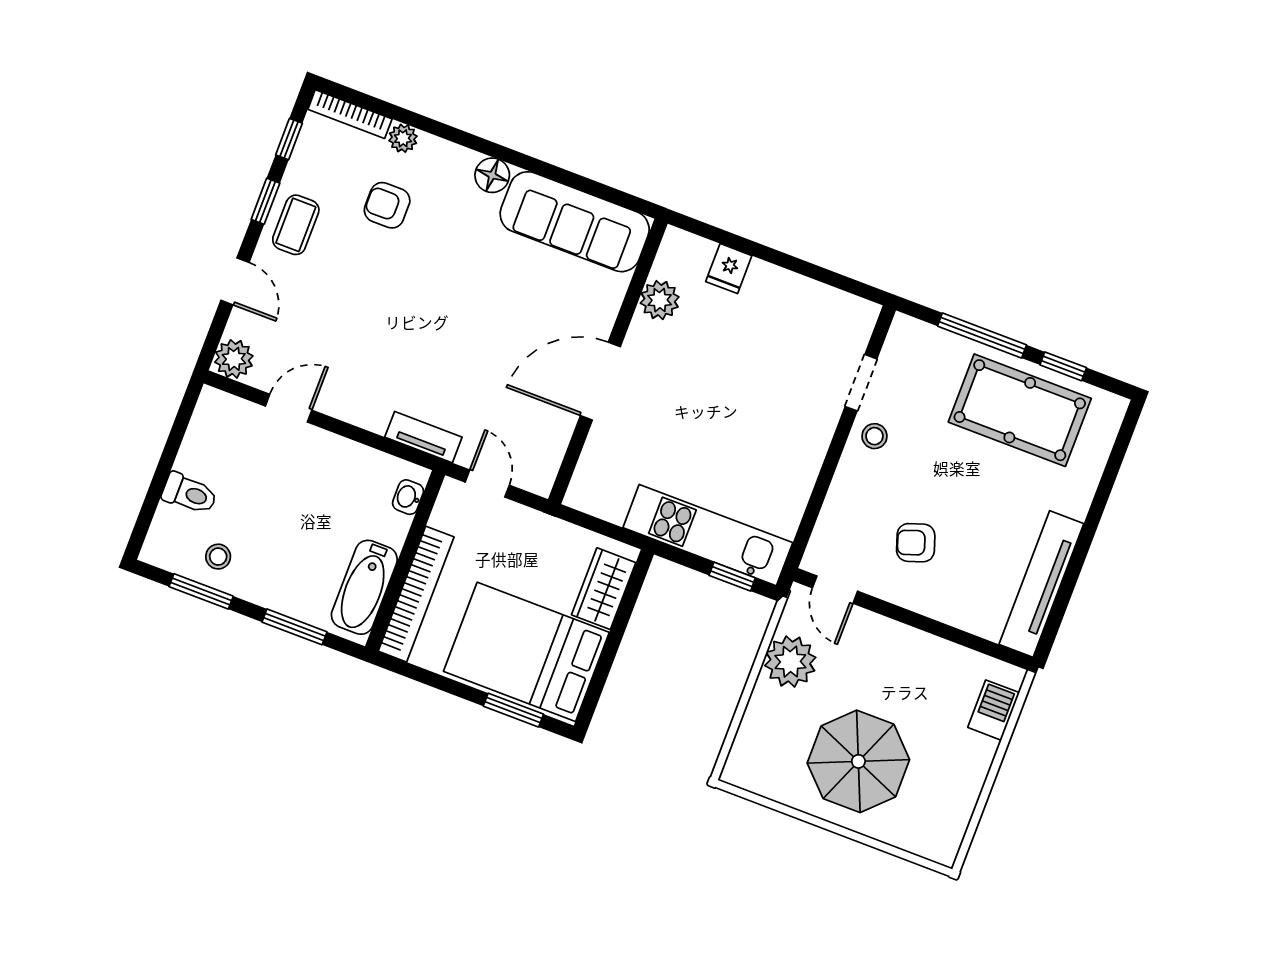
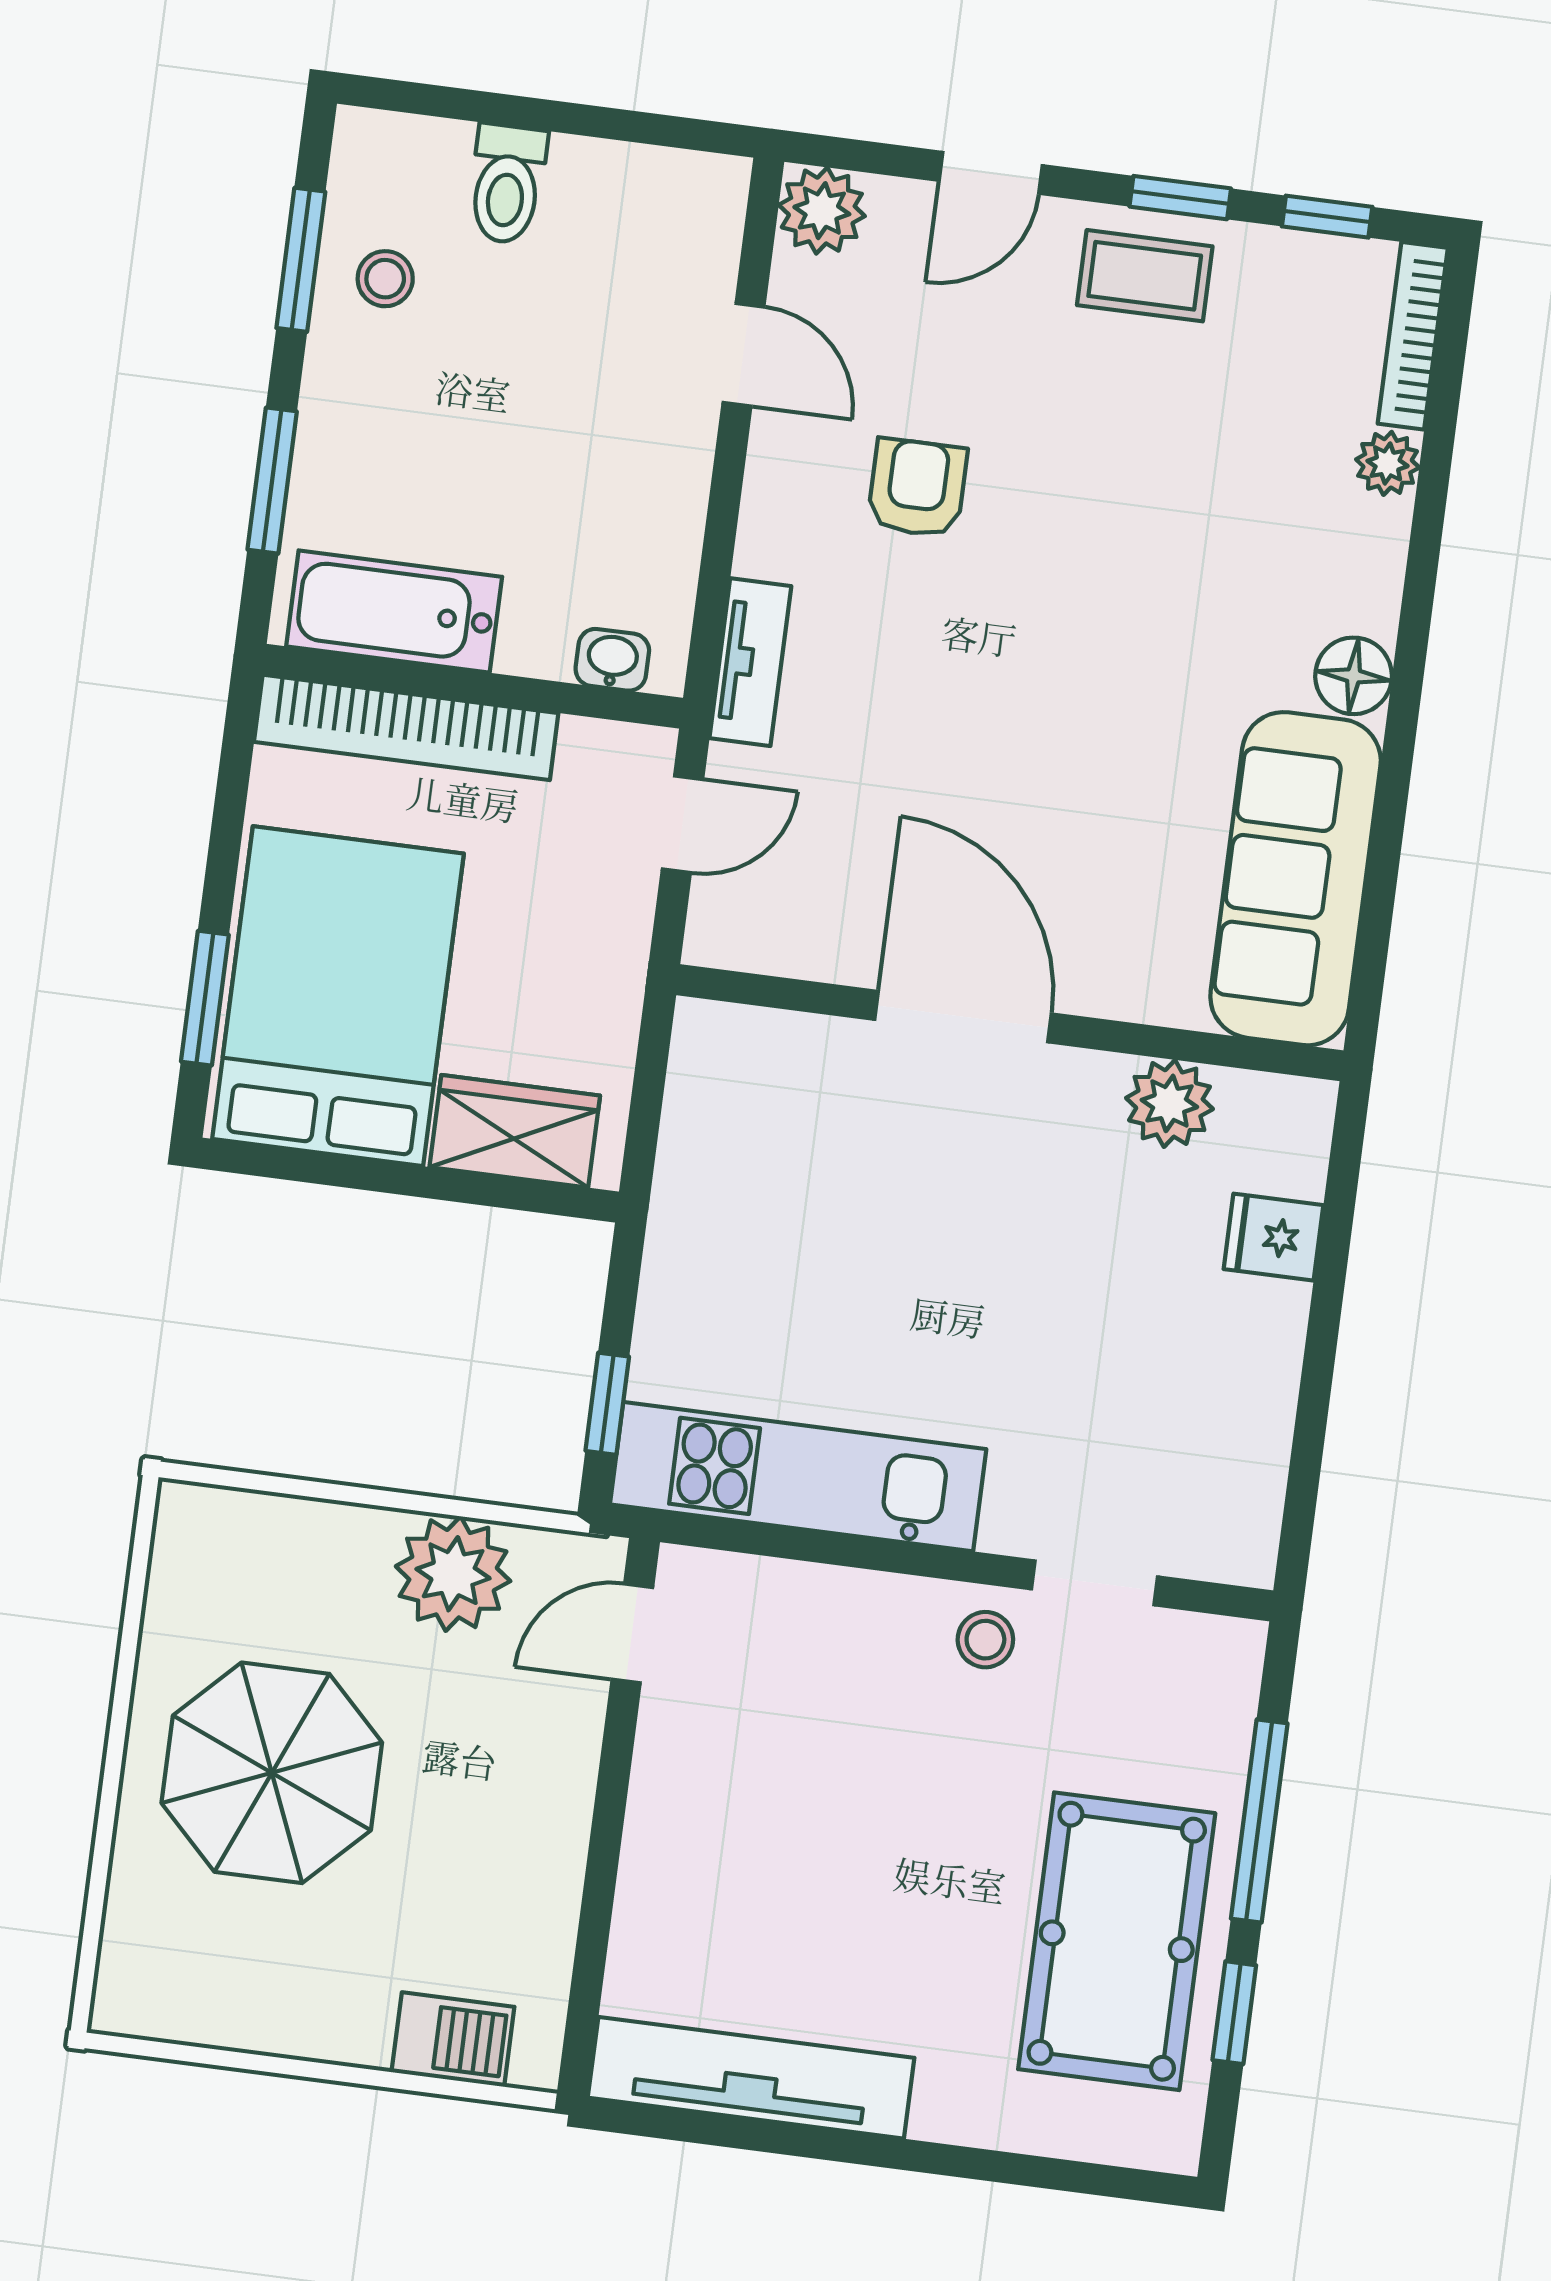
armchair: (387, 205) -> (917, 488), moved
kitchen unit: (708, 535) -> (798, 1477), moved, turned -90
armchair: (916, 543) -> (776, 1784), removed

